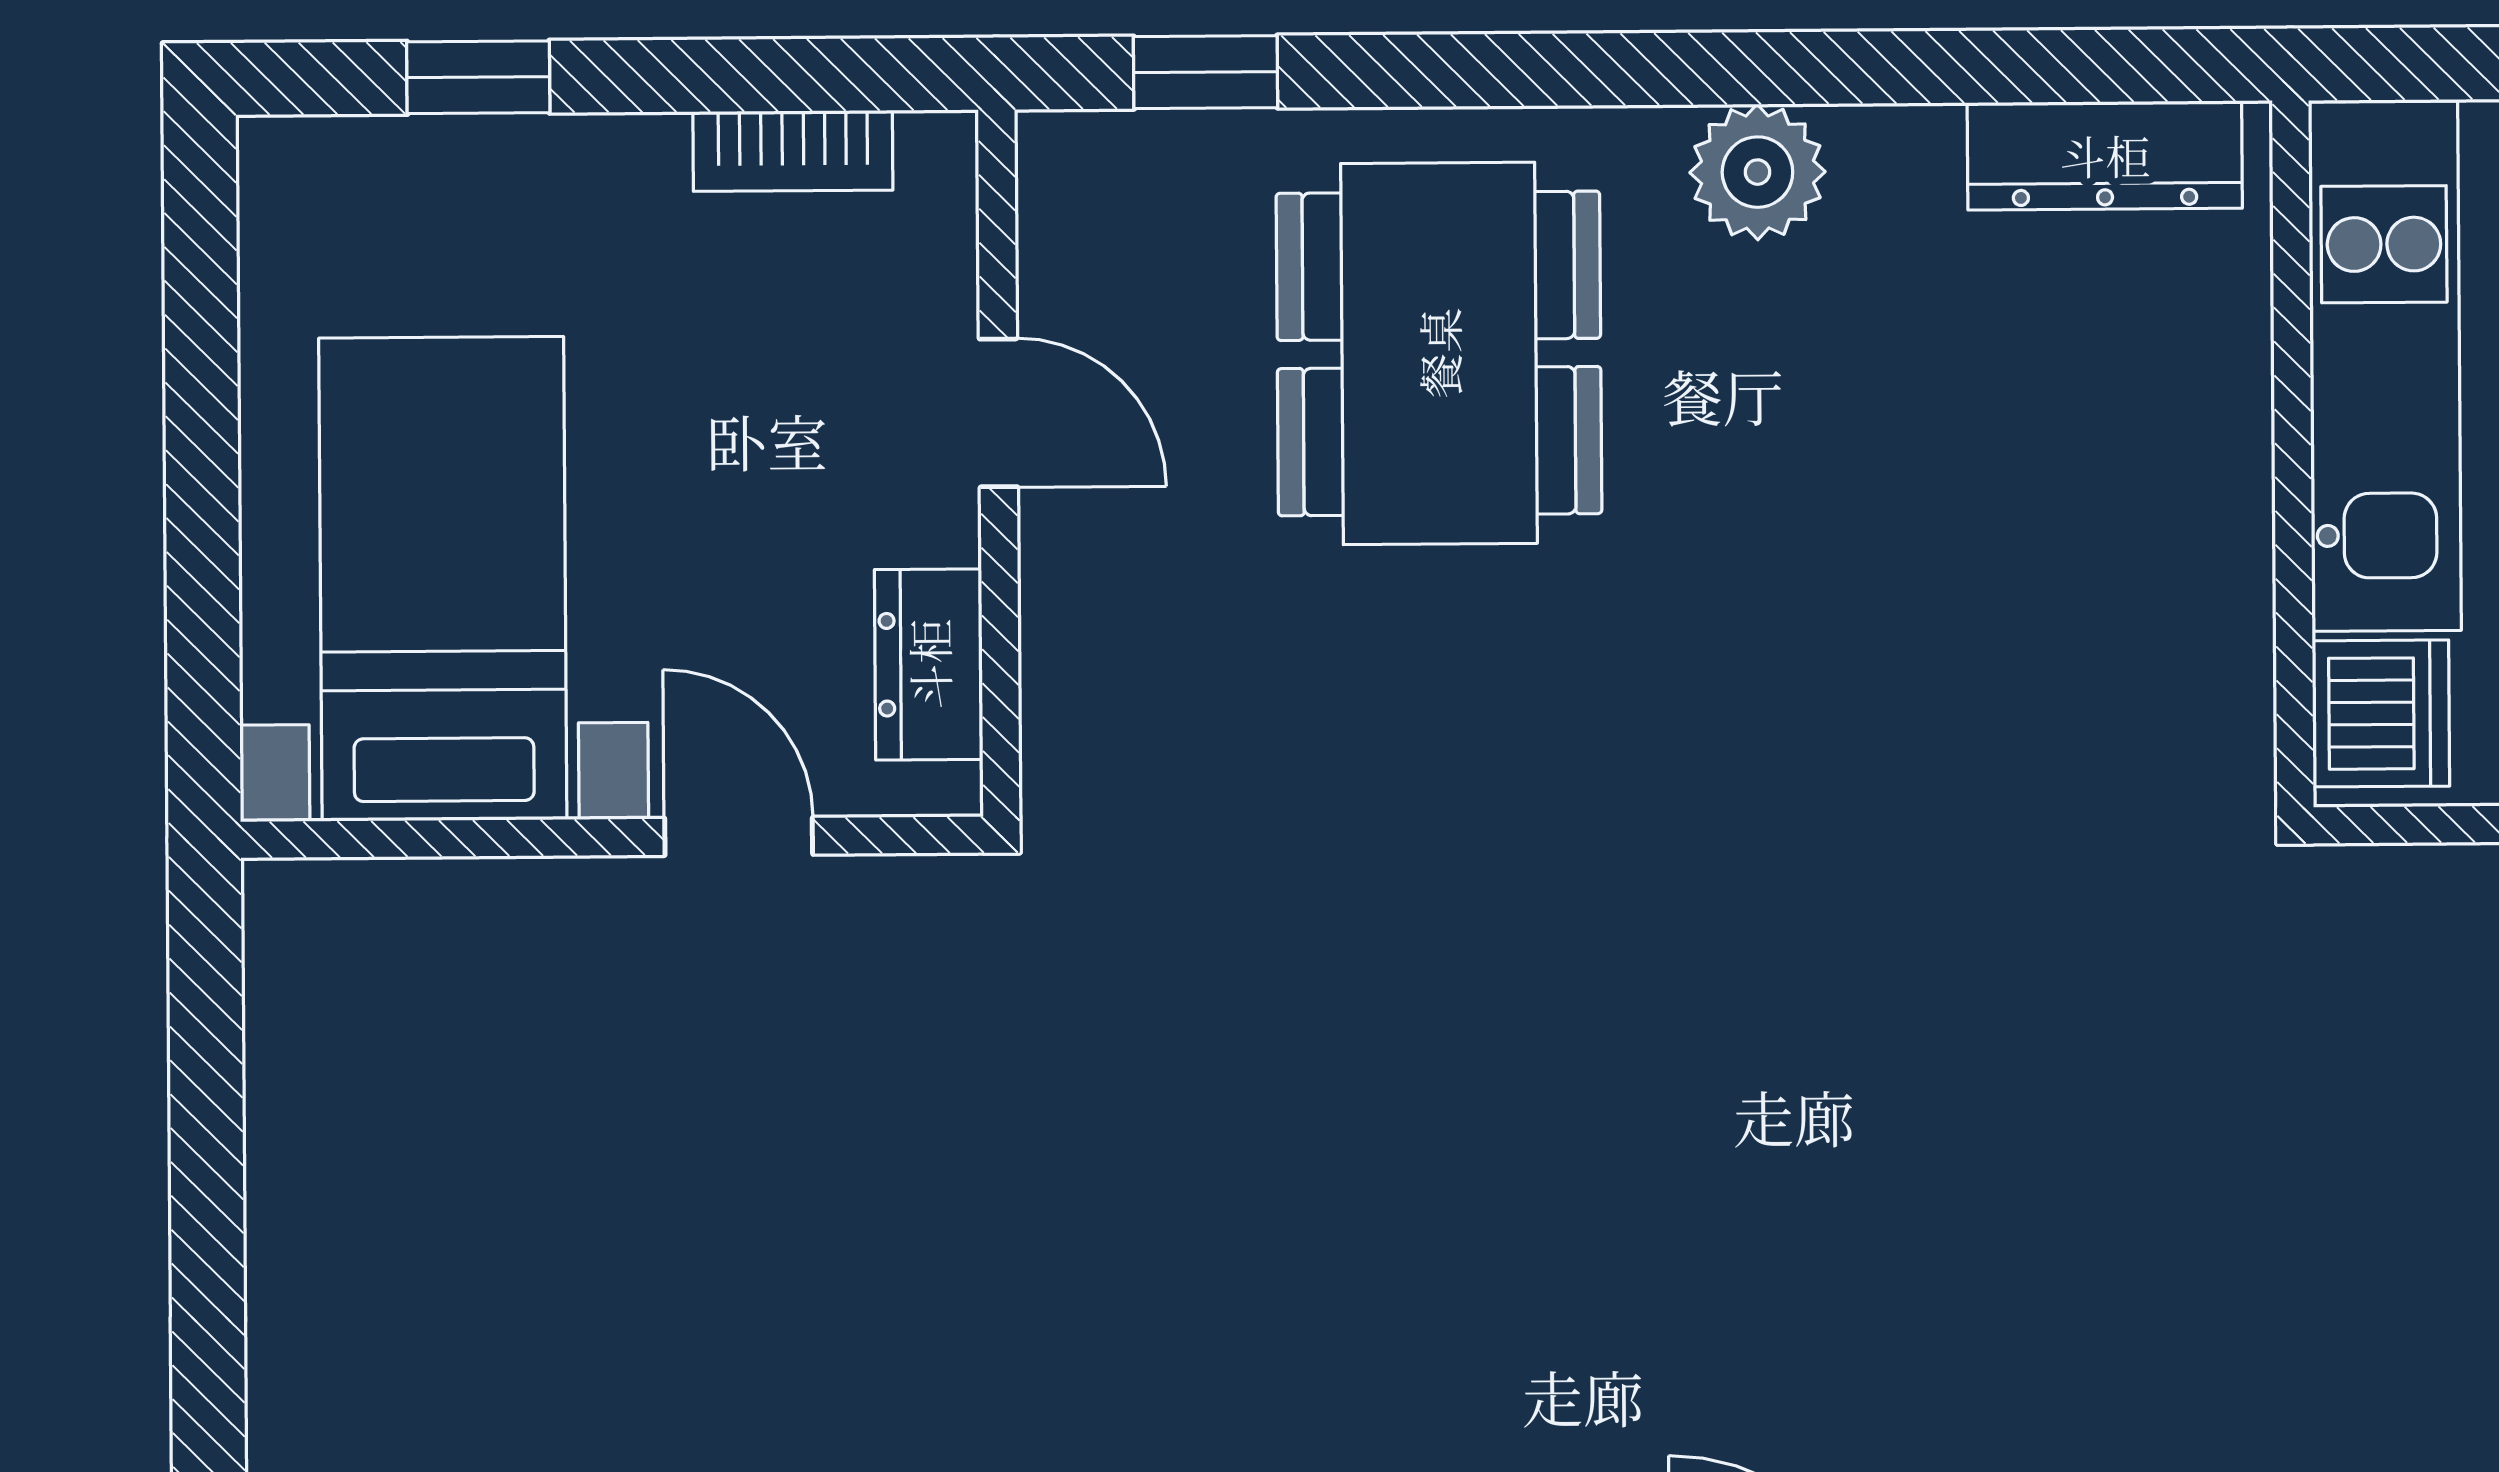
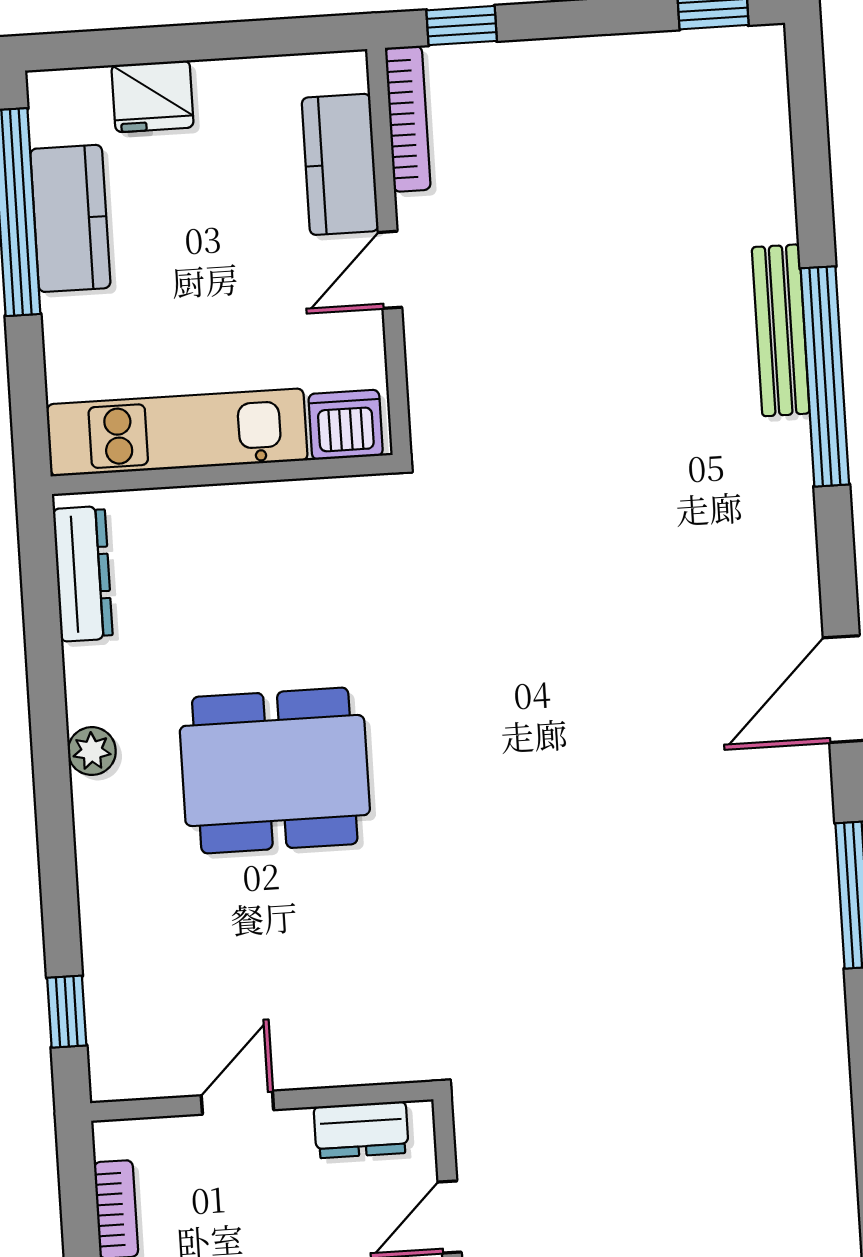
plant: (1757, 172) -> (92, 751), width x0.73, depth x0.73
dining table: (1439, 353) -> (275, 771), moved

